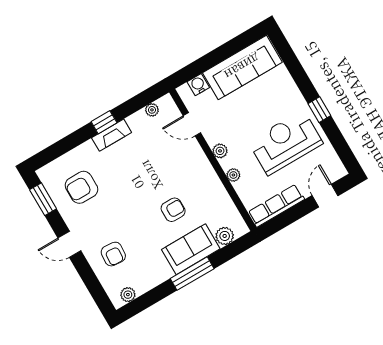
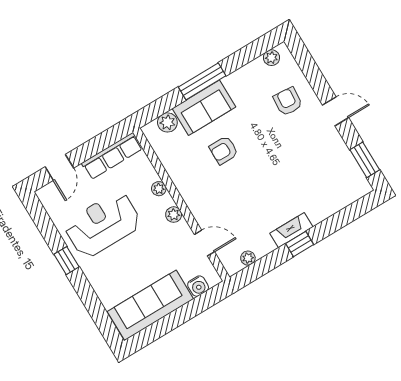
reception desk: (286, 143) -> (103, 224), turned 180
armchair: (81, 187) -> (323, 173), removed

